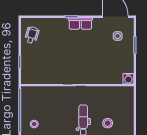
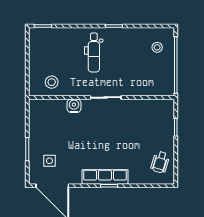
row of seats: (80, 24) -> (105, 177), width x1.48
water cooler: (128, 79) -> (74, 106), moved
stool: (108, 123) -> (52, 82), moved

